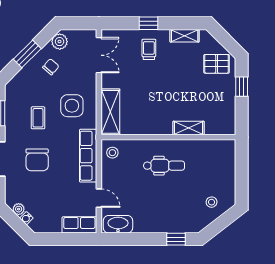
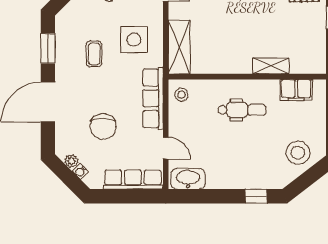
filing cabinet: (210, 149) -> (296, 90), added
chair: (37, 160) -> (103, 126), moved
stool: (212, 202) -> (298, 153), width x1.89, depth x1.89
row of seats: (79, 225) -> (133, 180), width x1.48

